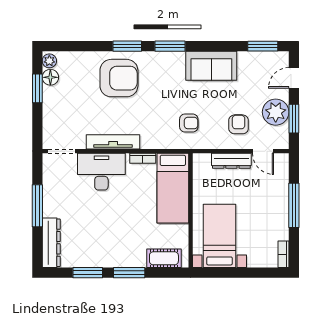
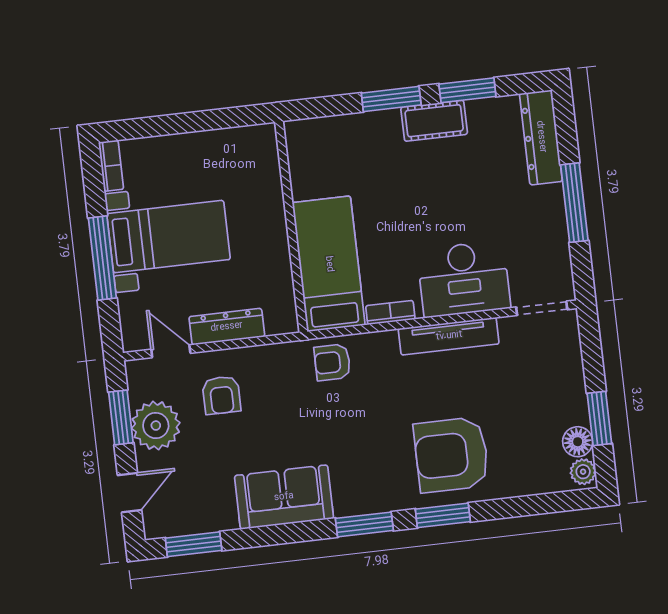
armchair: (189, 123) -> (332, 362), moved
bed with nightstands: (220, 236) -> (169, 237), moved, turned -90
cot: (164, 258) -> (434, 121), moved

